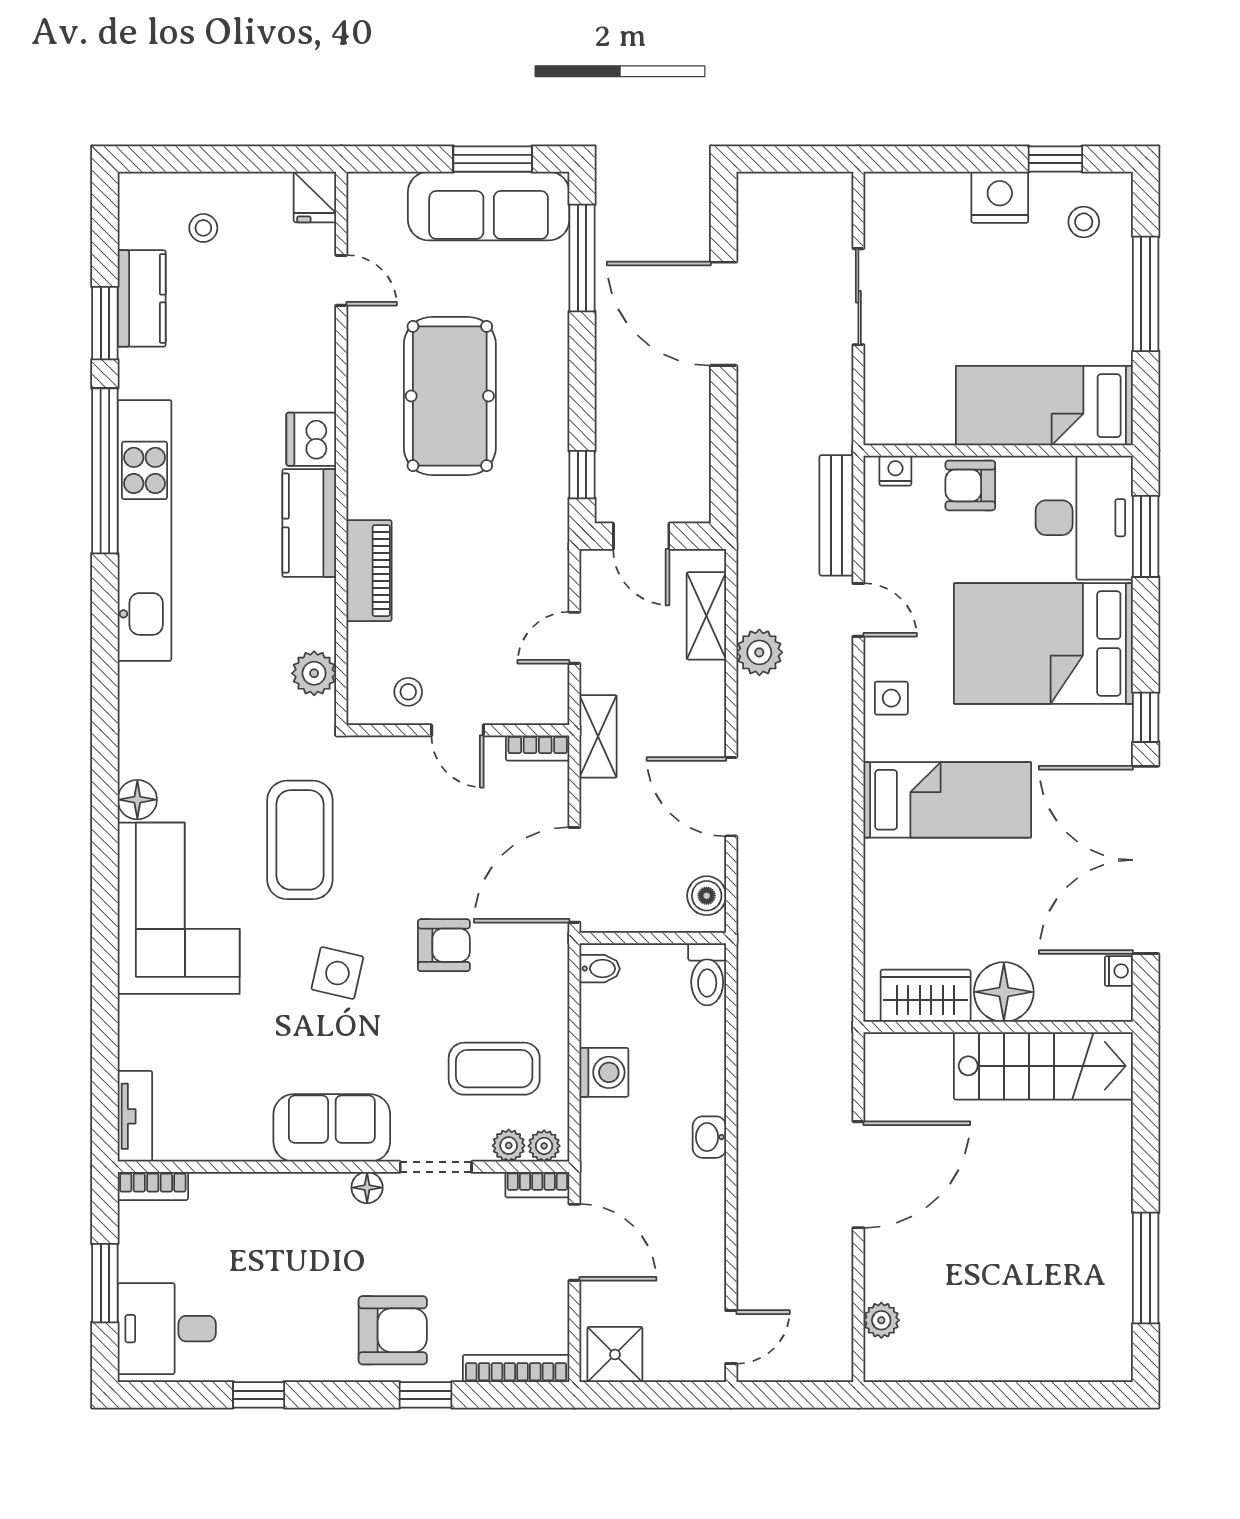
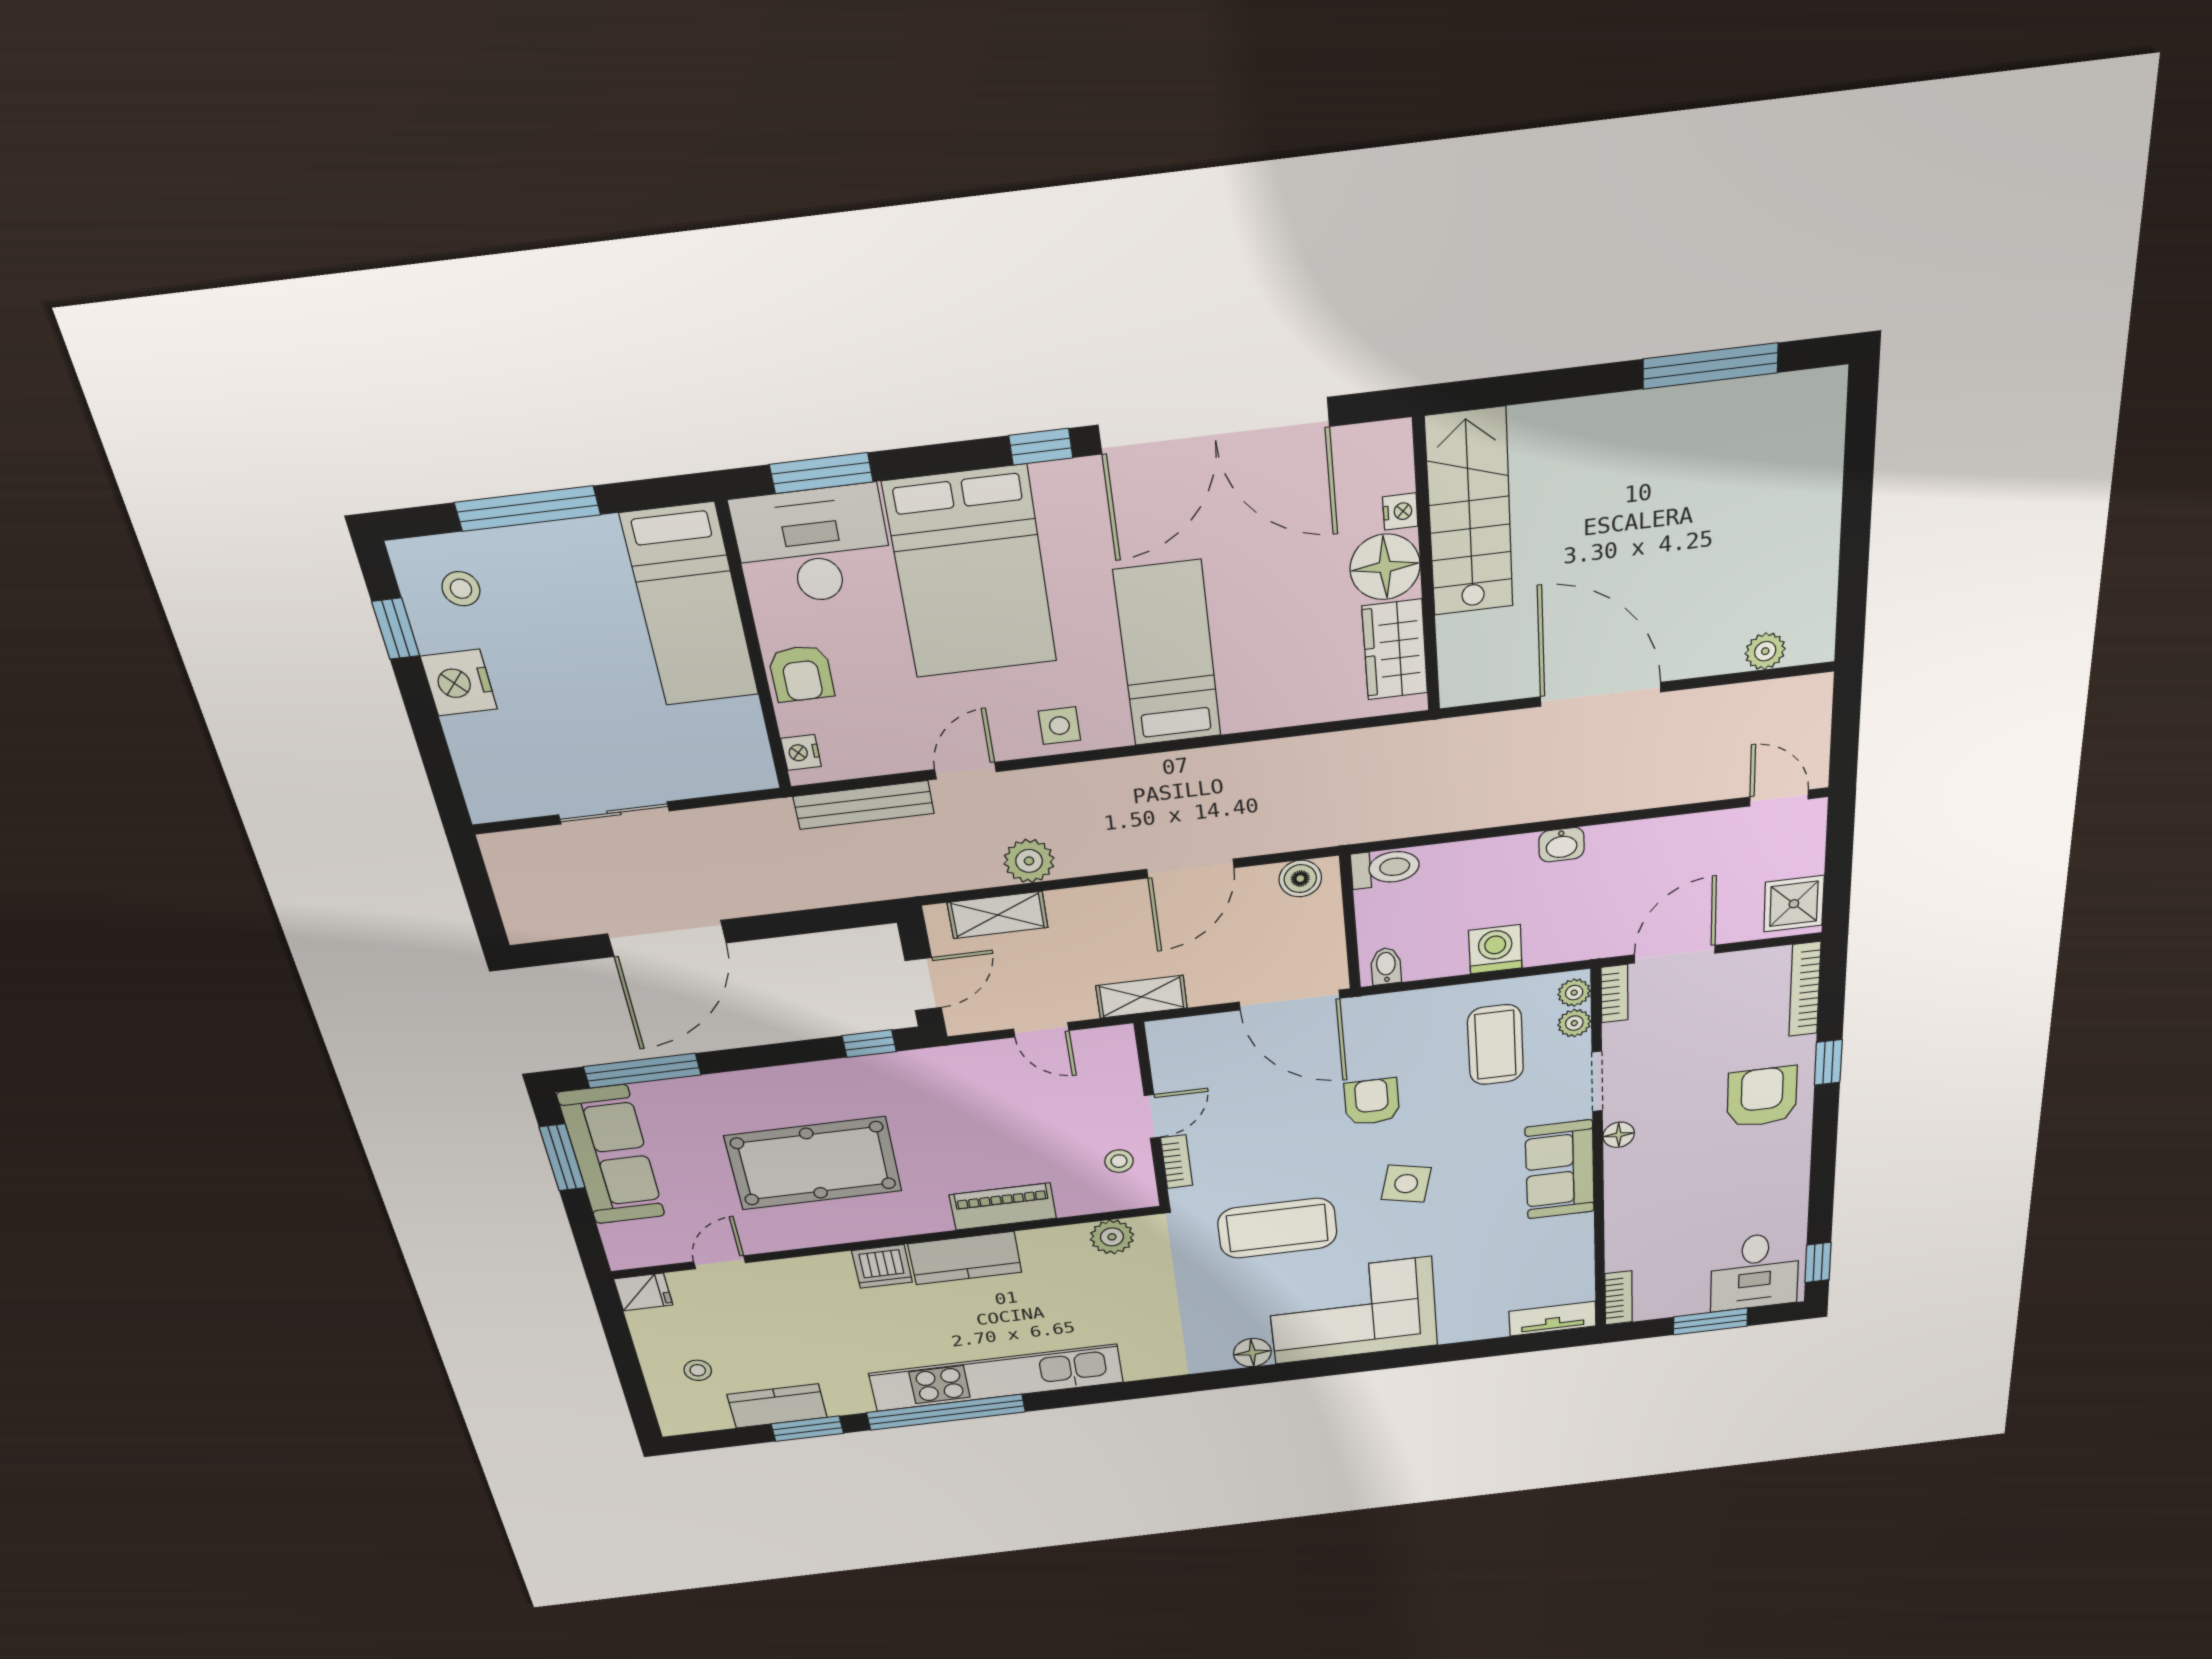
bookcase: (538, 748) -> (1177, 1162), moved
nightstand: (1119, 971) -> (1400, 511), moved, turned 90
window: (259, 1395) -> (1818, 1263), moved

